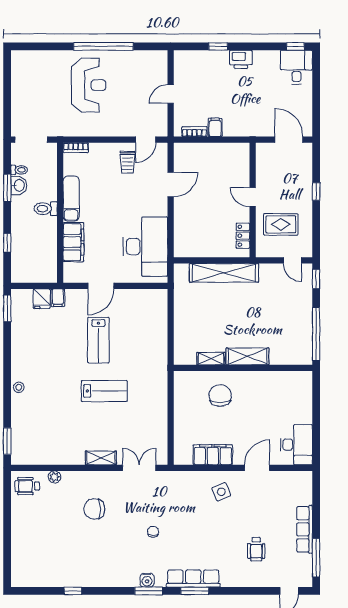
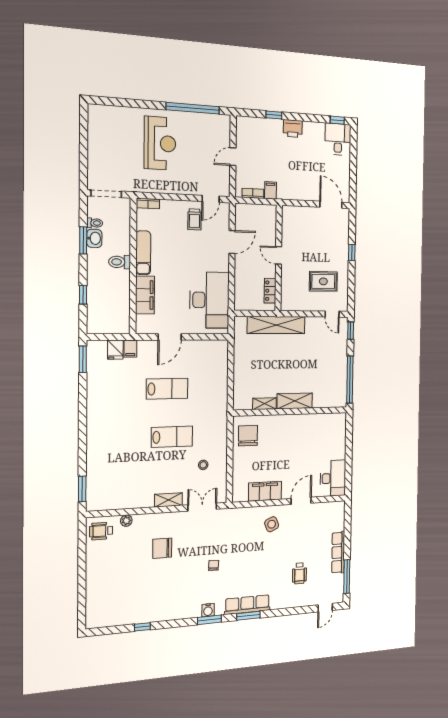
window: (103, 46) -> (193, 108), moved
door: (253, 197) -> (279, 255), moved
wall: (253, 200) -> (279, 258), moved
locker: (243, 236) -> (270, 291), moved
lab bench: (98, 340) -> (167, 389), turned -90
stool: (19, 387) -> (203, 465), moved
chair: (220, 396) -> (248, 436), moved

